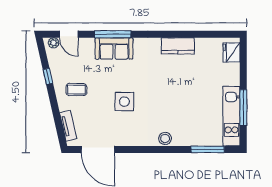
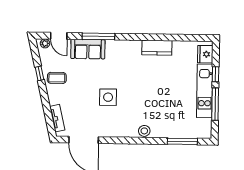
sofa: (114, 48) -> (88, 49), moved
window: (243, 74) -> (216, 74), added
coffee table: (76, 90) -> (57, 78), moved
kitchen unit: (232, 116) -> (205, 91), moved

